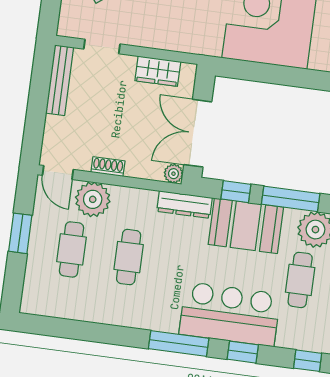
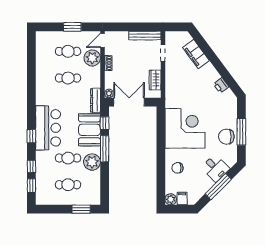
window: (179, 343) -> (31, 106), removed

